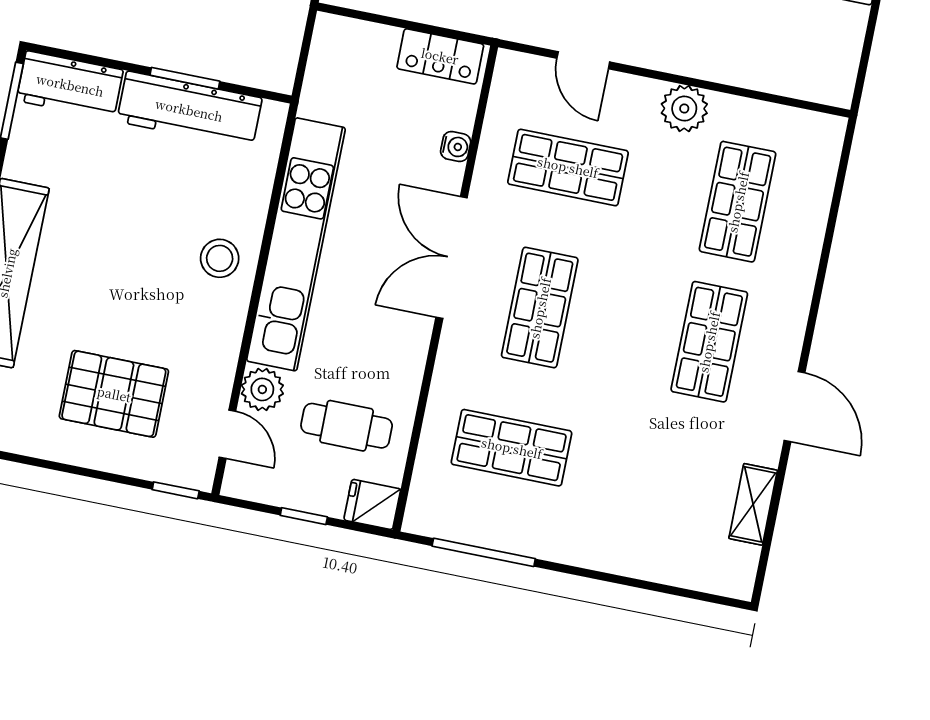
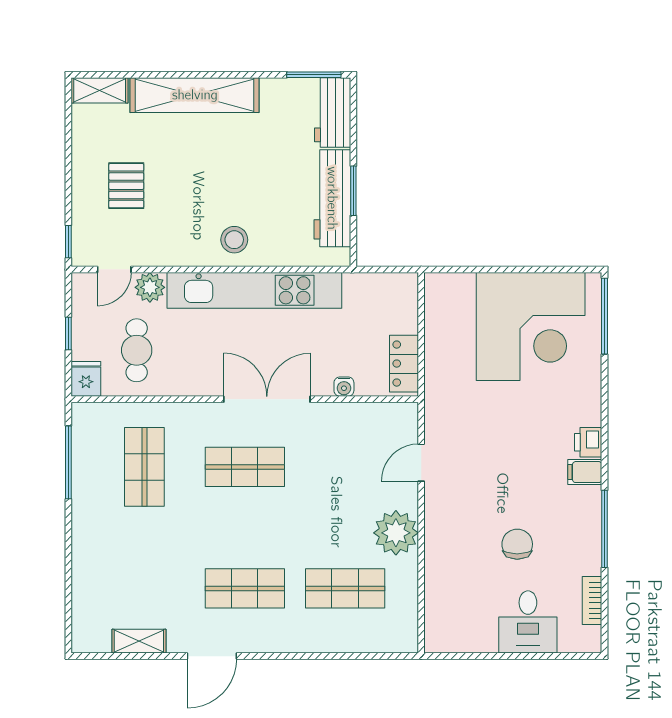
plant: (684, 109) -> (396, 533), width x1.36, depth x1.36
shop shelf: (568, 167) -> (345, 467), removed
pallet: (114, 394) -> (126, 186), width x0.67, depth x0.71

